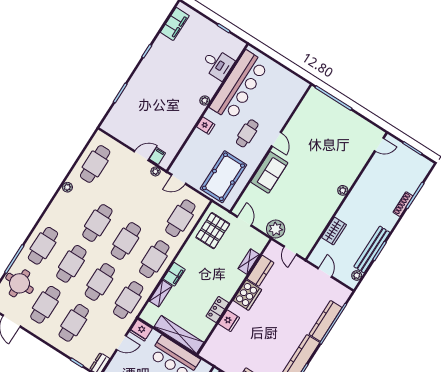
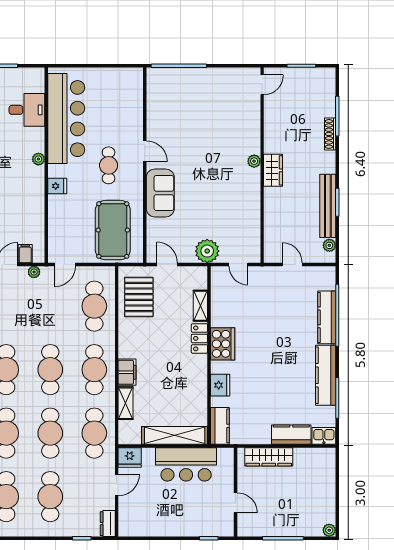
wardrobe: (334, 231) -> (273, 170), moved
kitchen counter: (260, 271) -> (220, 426), moved
locker: (217, 309) -> (199, 338), moved

